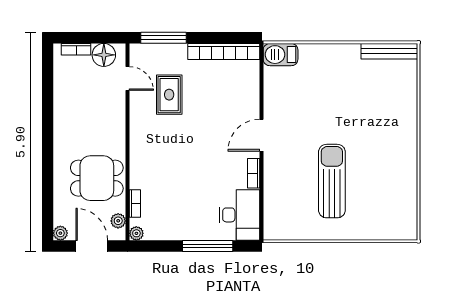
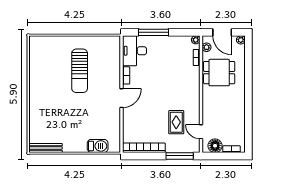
barbecue: (281, 55) -> (98, 146), moved

